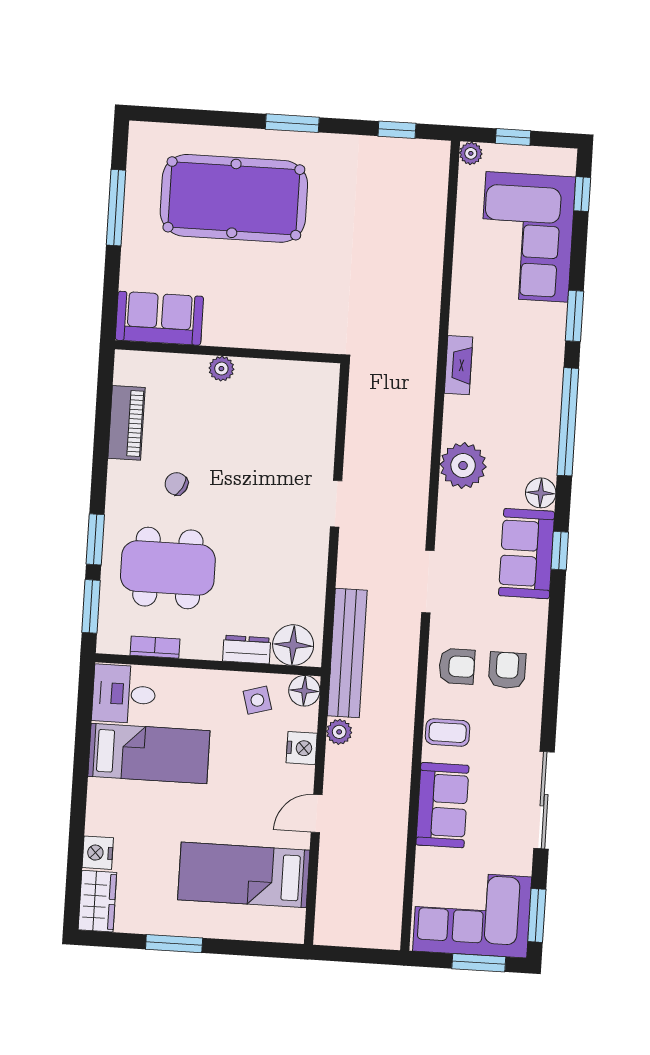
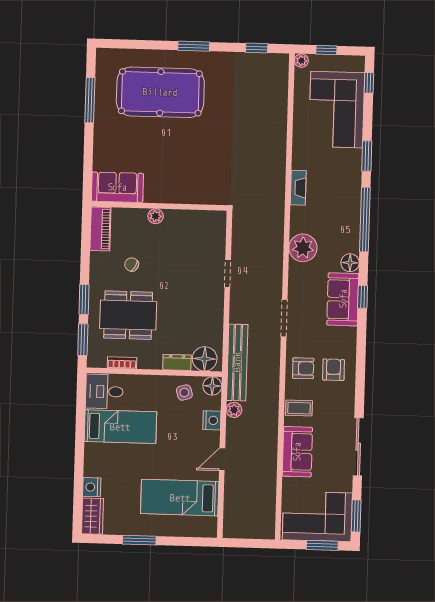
sofa: (159, 318) -> (117, 187), moved
wall: (228, 352) -> (159, 206), moved
plant: (221, 369) -> (156, 216), moved

